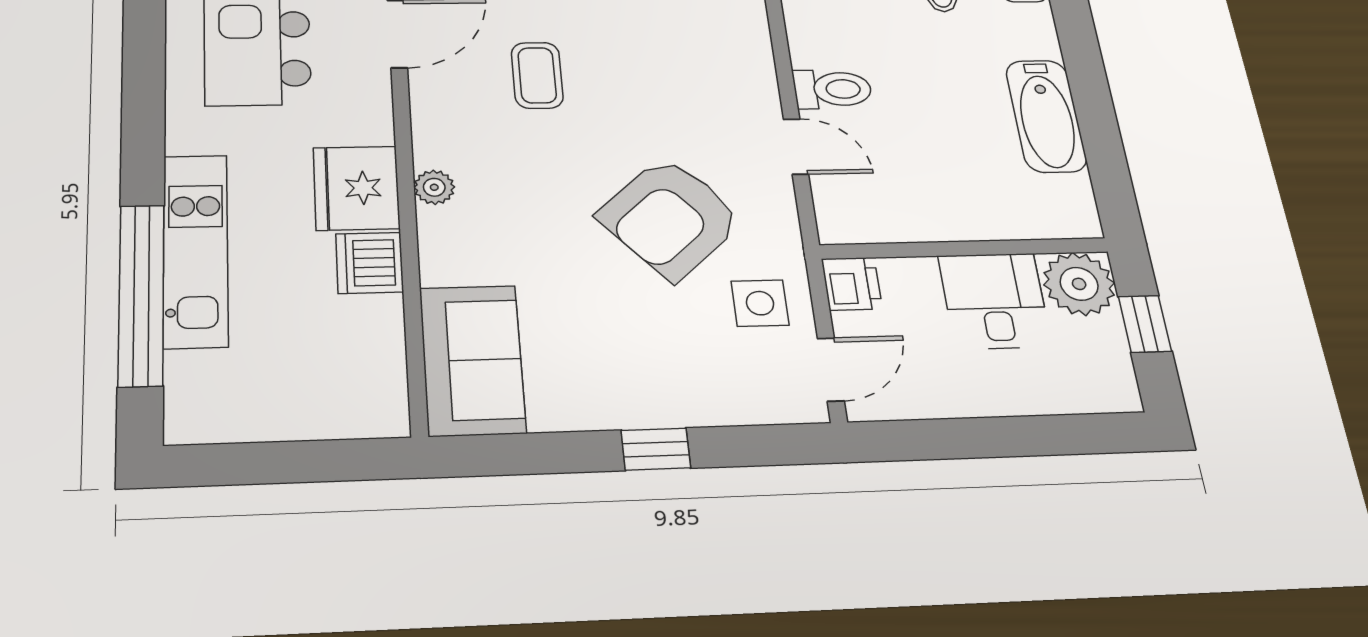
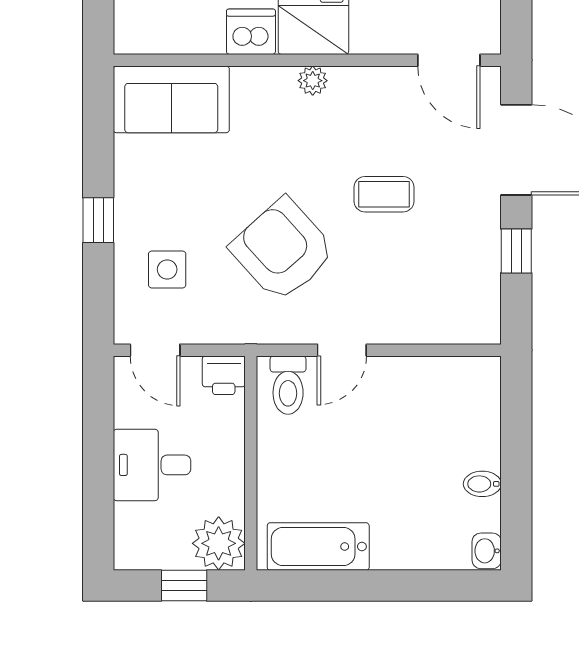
coffee table: (537, 75) -> (384, 194), moved
toilet: (832, 89) -> (288, 385), moved
bathtub: (1046, 116) -> (318, 547), moved
desk: (995, 301) -> (152, 465), moved, turned 180
side table: (760, 303) -> (167, 269), moved

